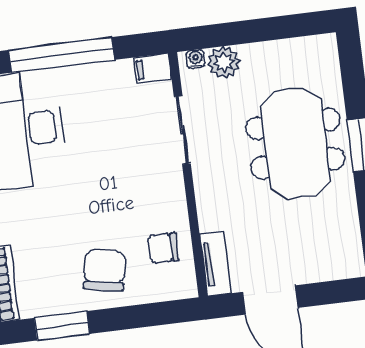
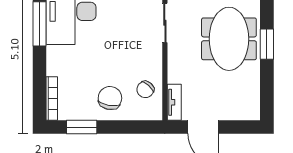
chair: (163, 248) -> (145, 89), turned -48

